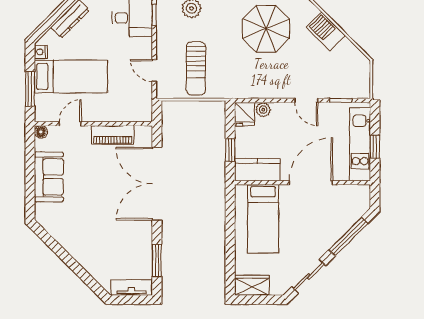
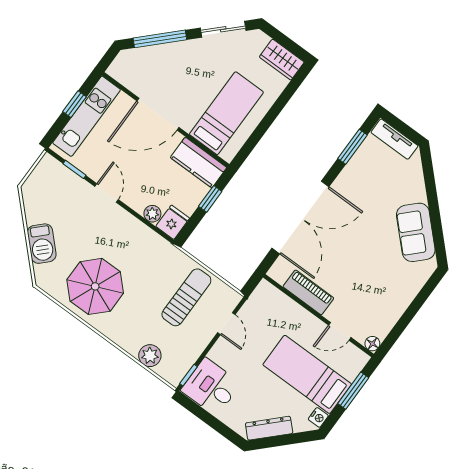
sofa: (49, 177) -> (416, 232), moved, turned -45

